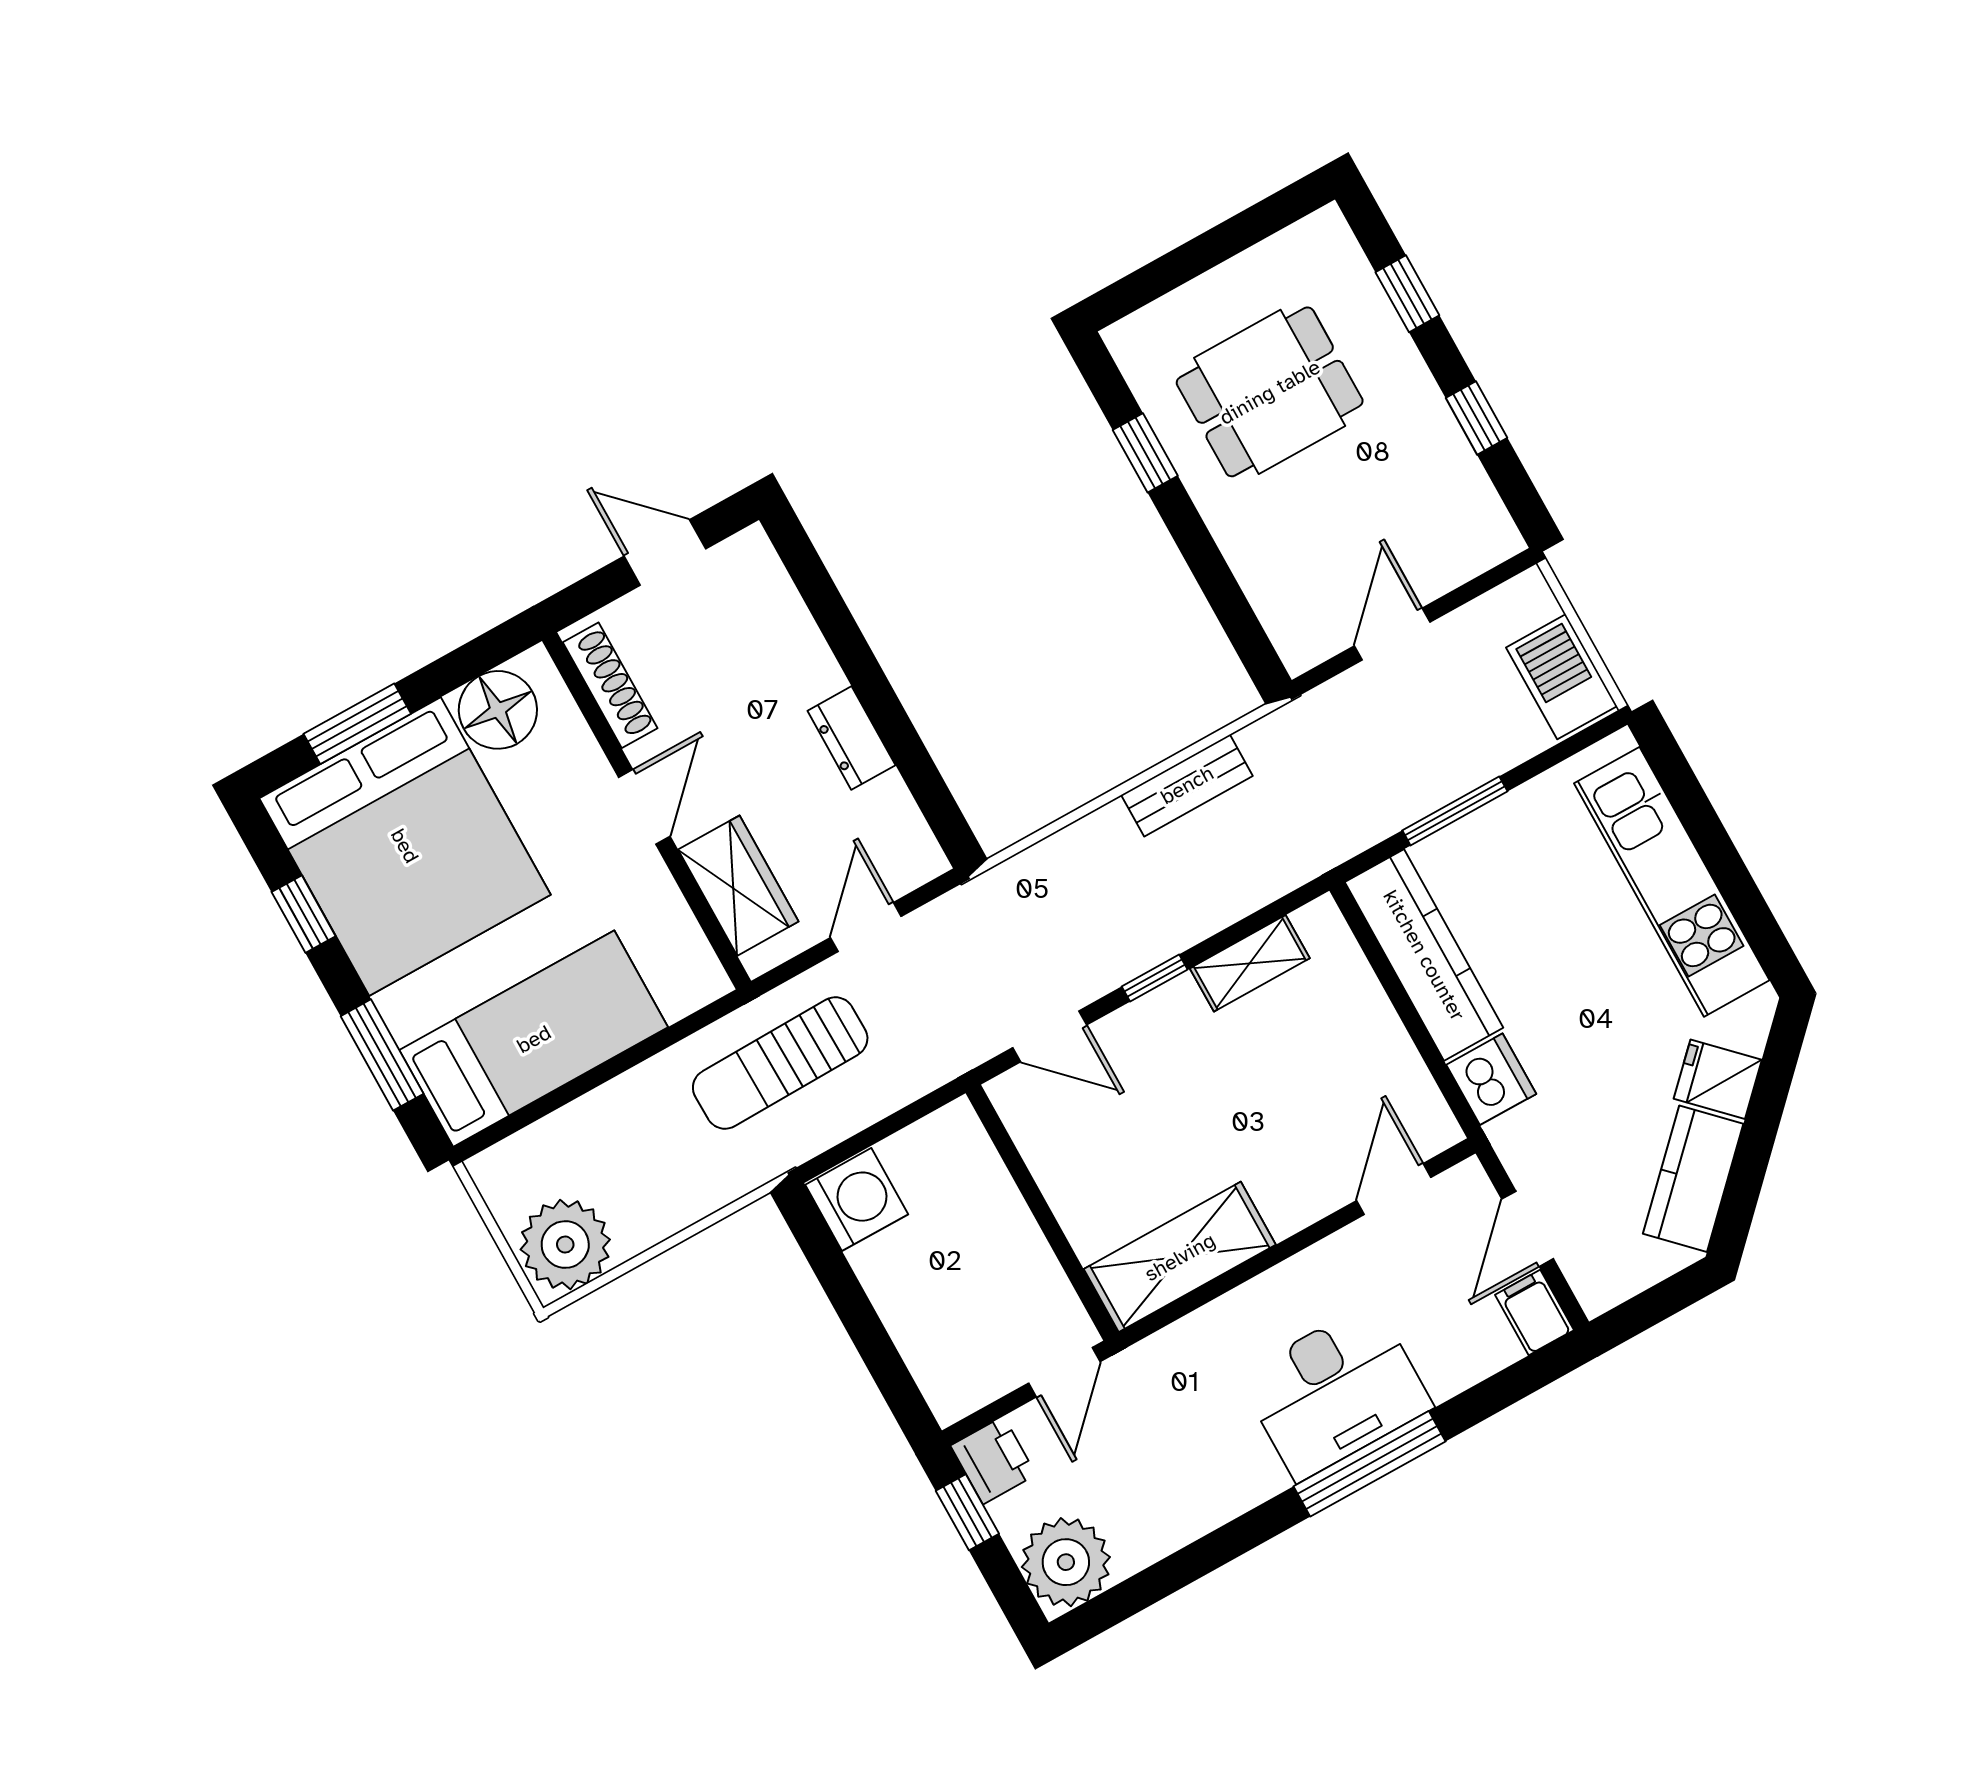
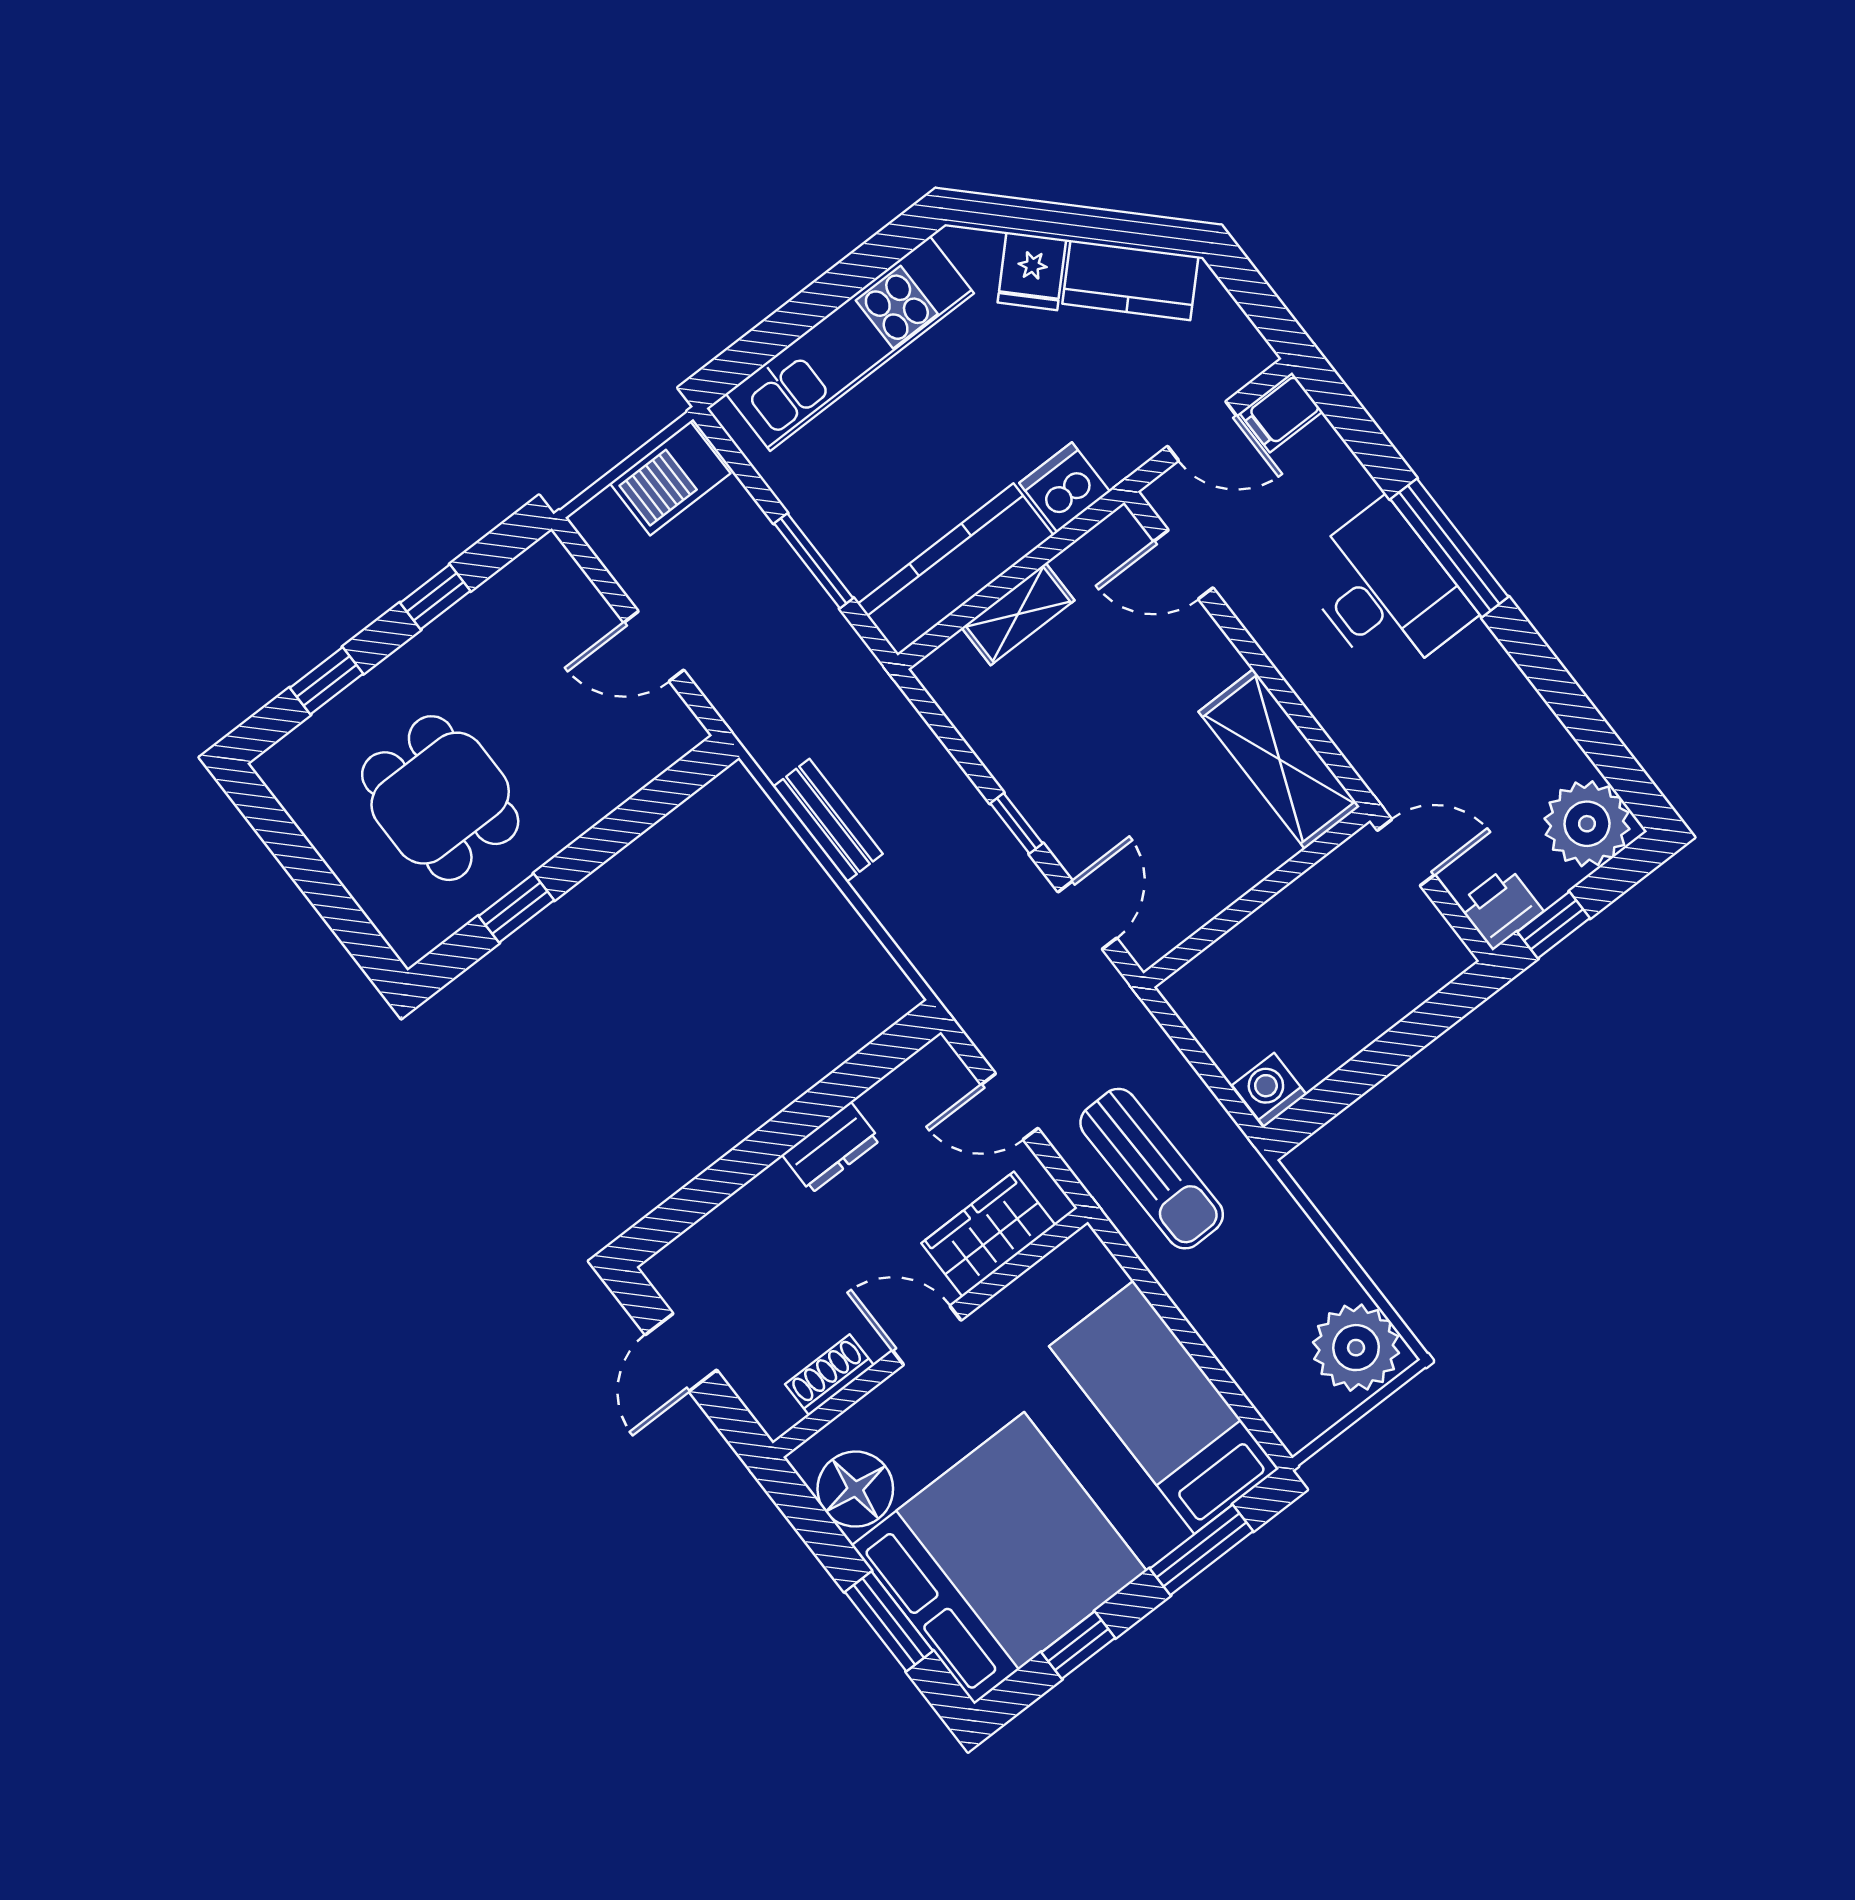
shoe rack: (610, 685) -> (830, 1375), width x0.70
shelving: (1250, 963) -> (1018, 614), moved, turned 90
washing machine: (857, 1200) -> (1269, 1090), width x0.73, depth x0.73

